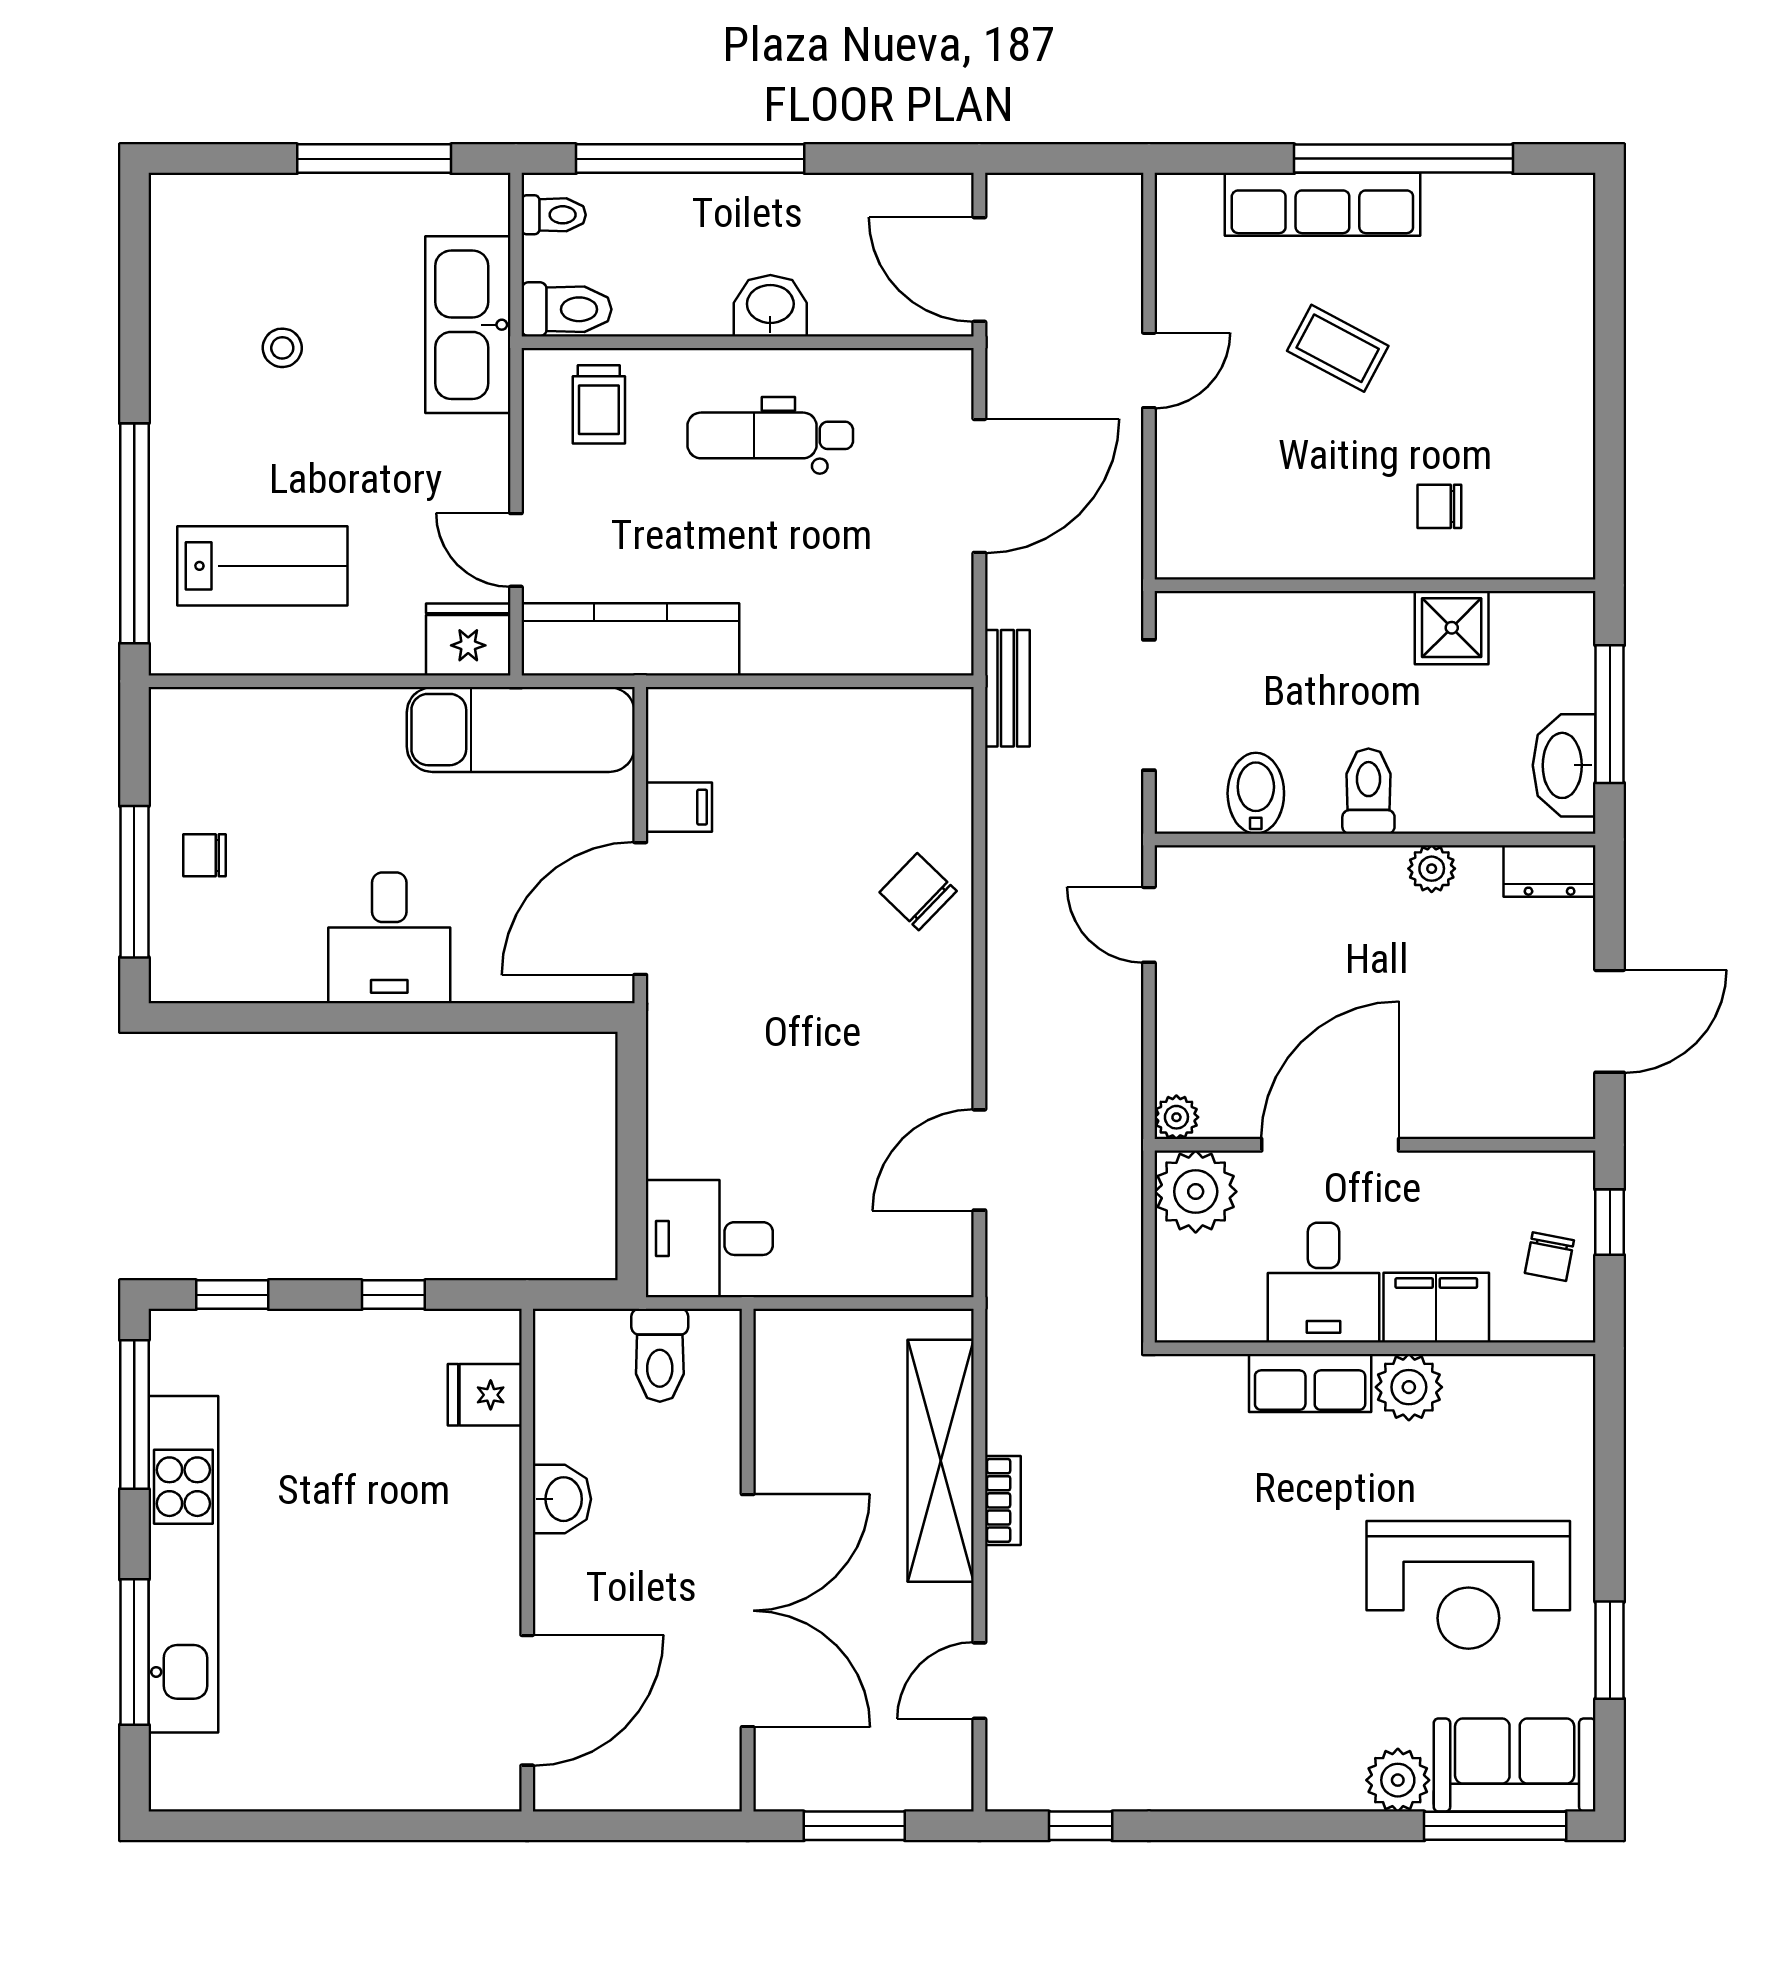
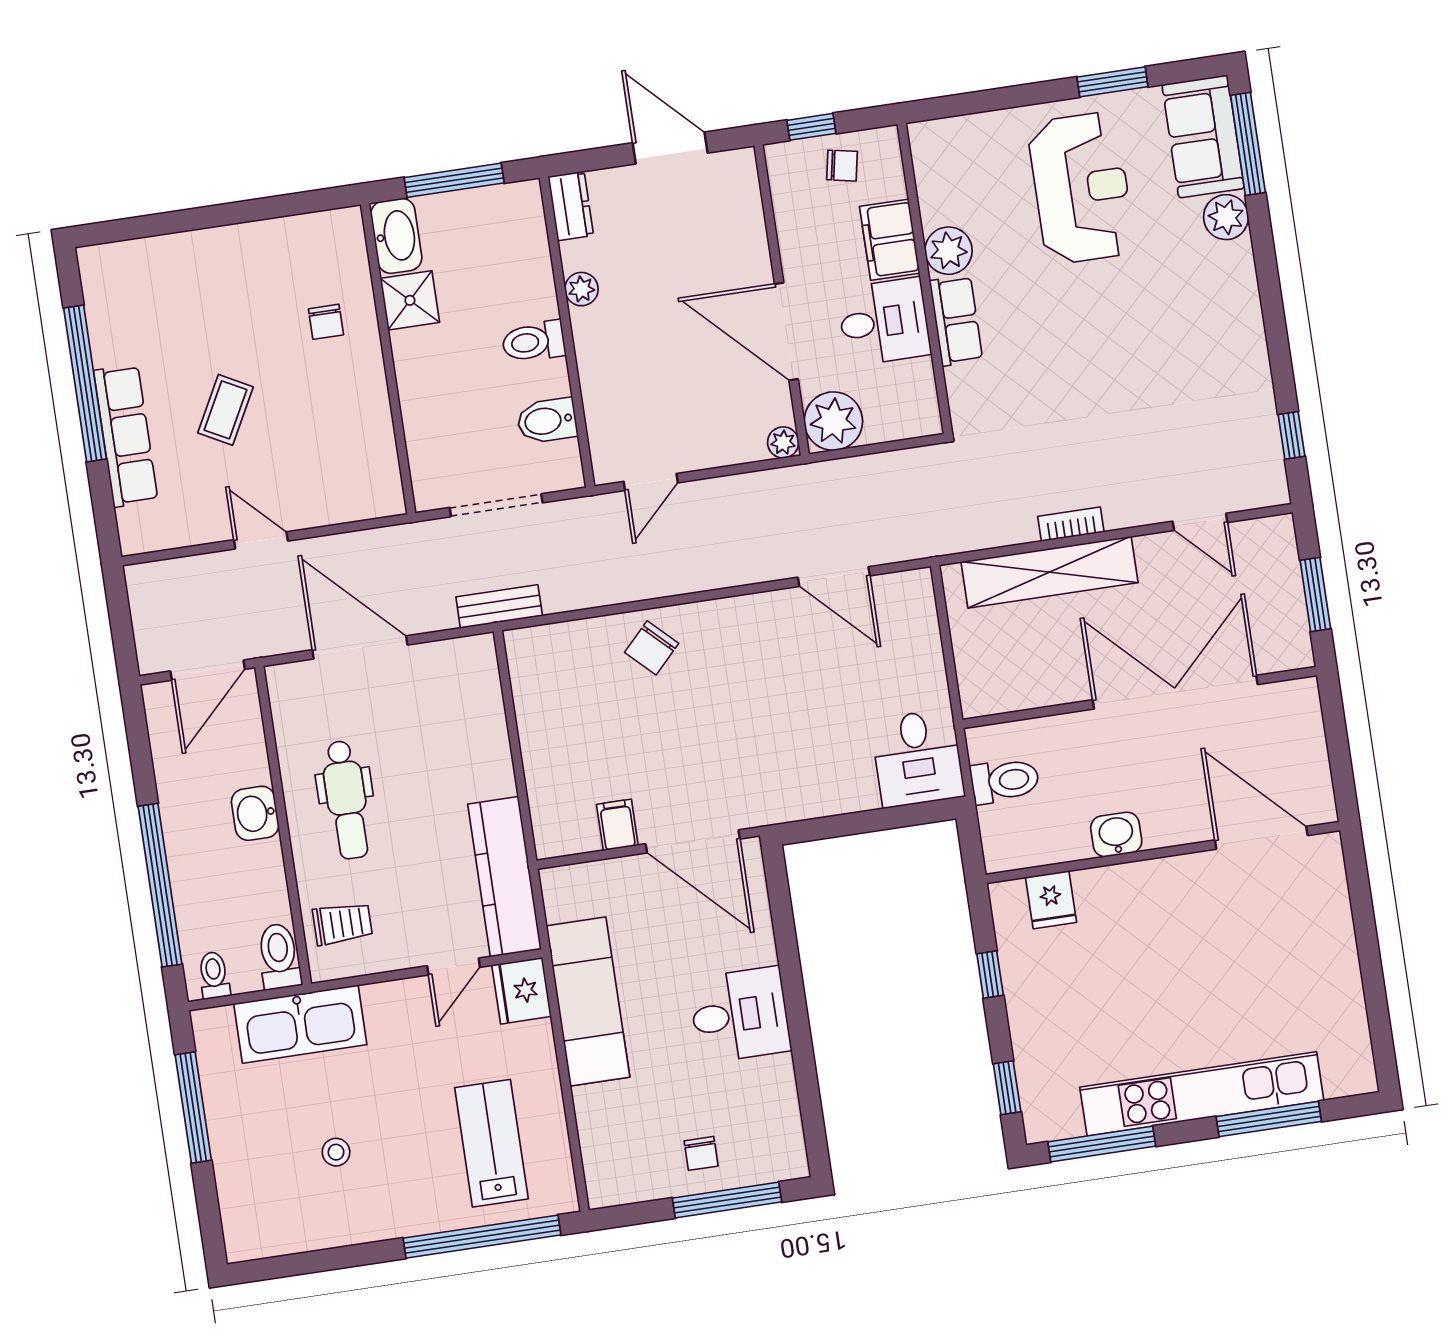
exam couch: (521, 730) -> (588, 1001), moved
washbasin: (1564, 765) -> (396, 236), moved, turned -90

